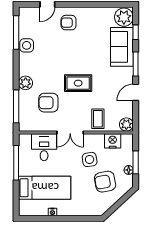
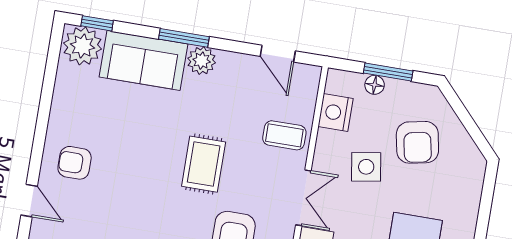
armchair: (69, 23) -> (75, 163), turned 90
window: (136, 32) -> (97, 23), moved
door: (136, 92) -> (278, 54), moved
plant: (126, 124) -> (202, 61), moved
floor lamp: (129, 170) -> (375, 85), moved

